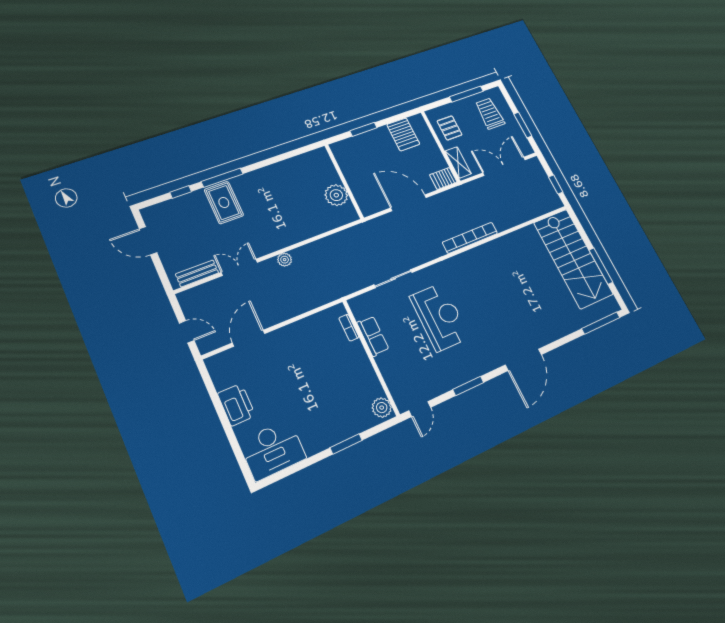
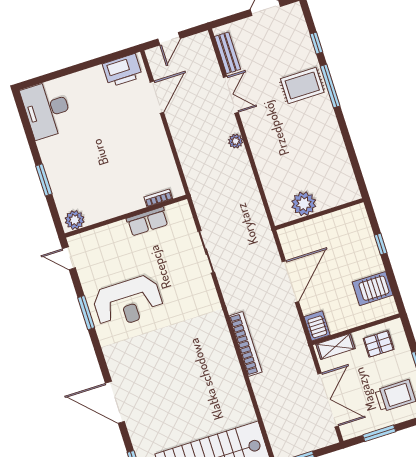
window: (363, 129) -> (381, 244), width x0.67
reception desk: (440, 317) -> (128, 302), moved
door: (249, 338) -> (157, 97), hinge flipped
door: (523, 360) -> (115, 402), moved
printer: (236, 405) -> (122, 70), moved

